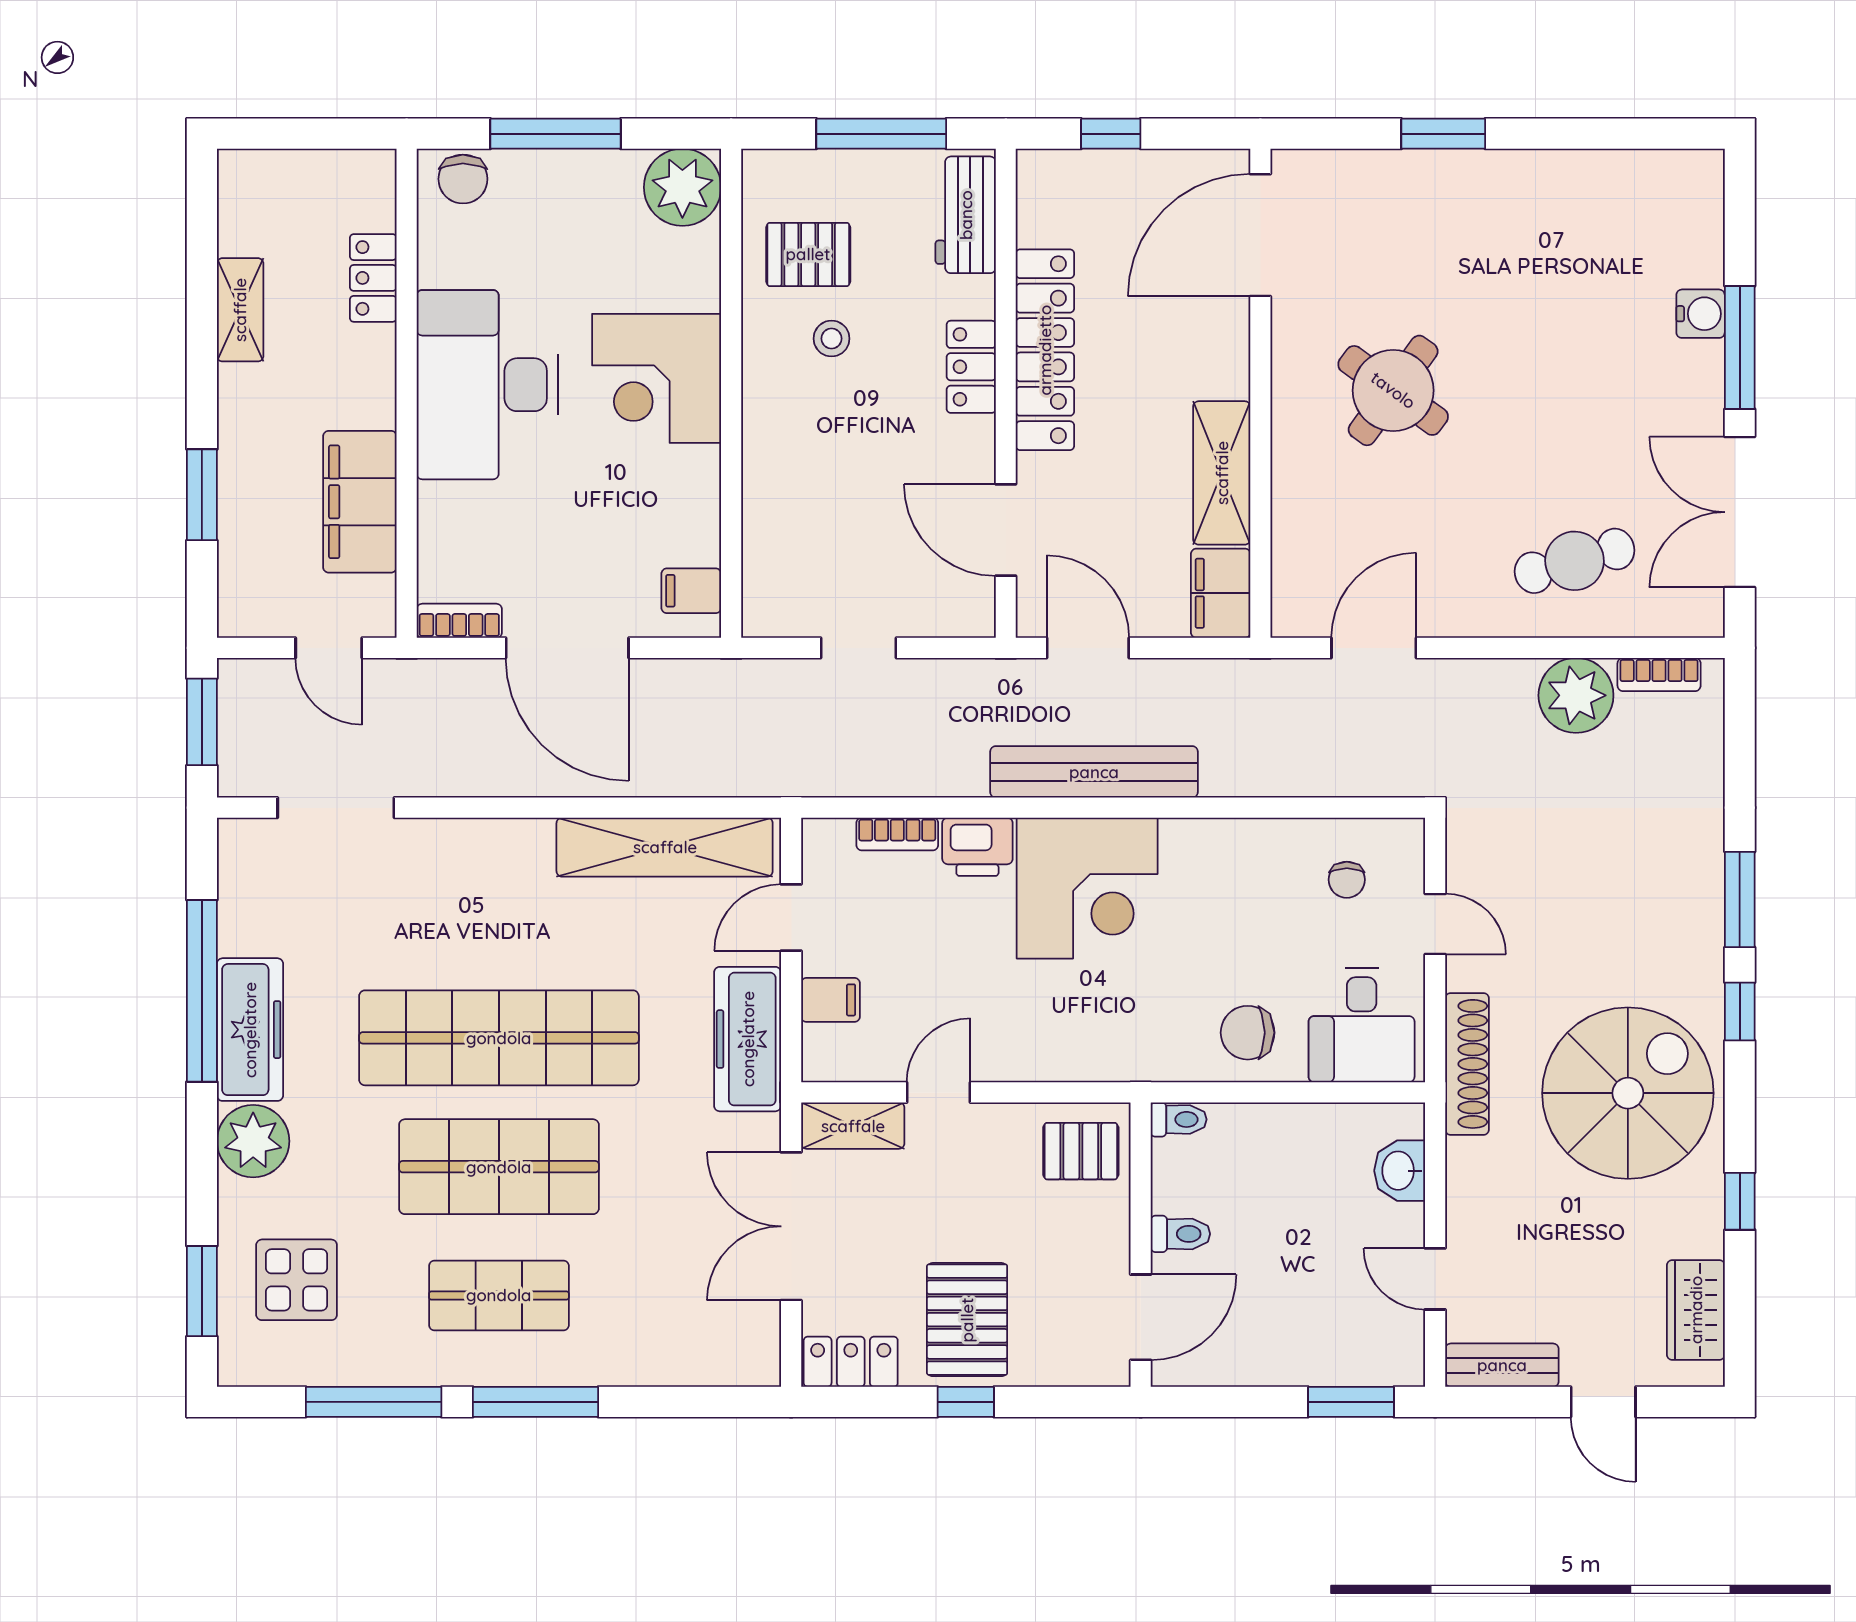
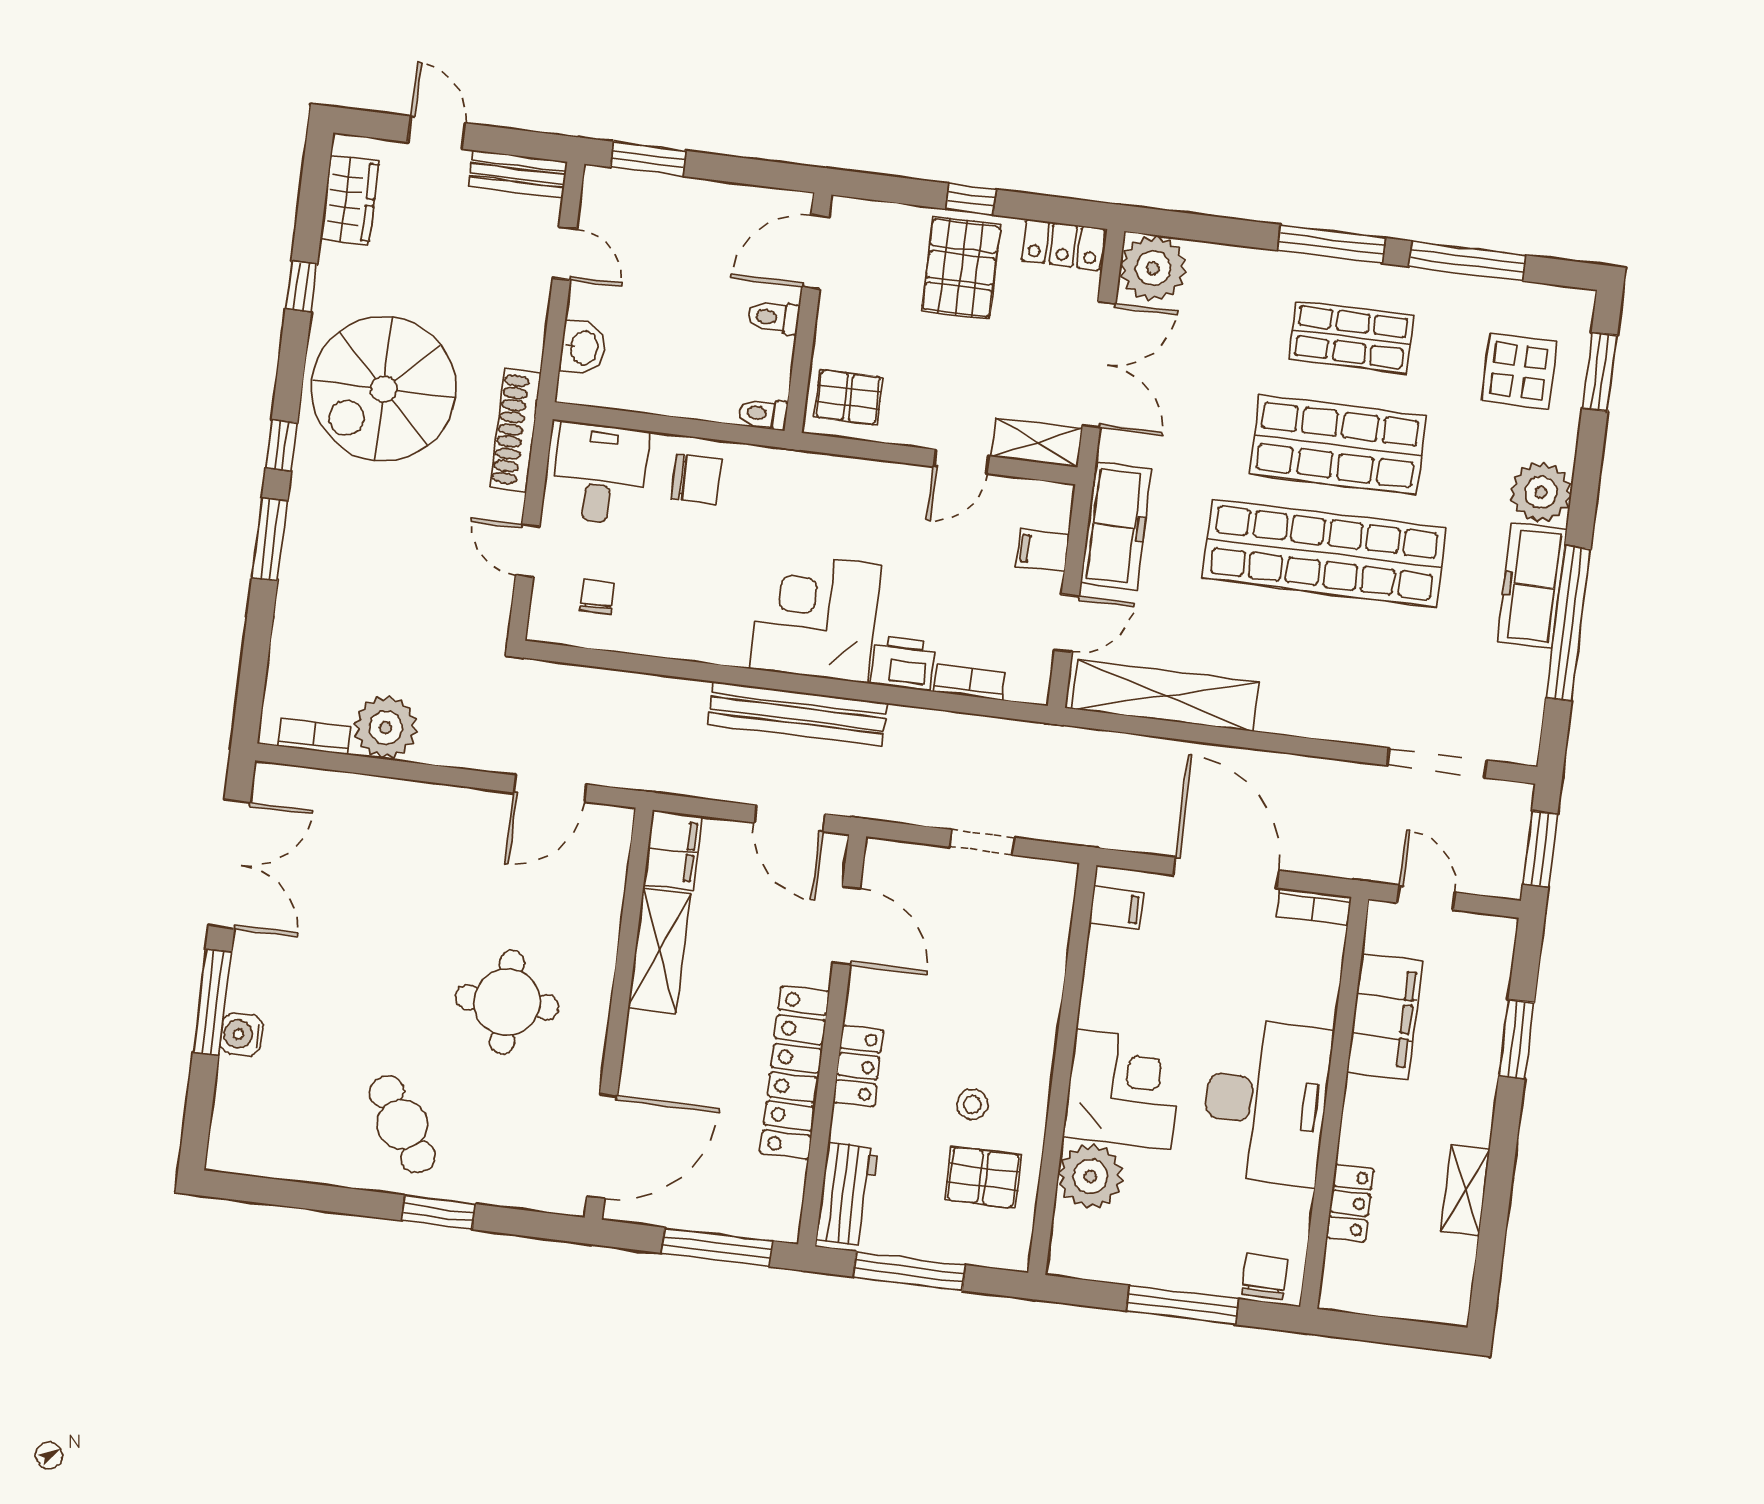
window: (1111, 134) -> (717, 1247), width x2.17
plant: (682, 187) -> (1090, 1176), moved
round table: (1393, 390) -> (507, 1002), turned -36
cafe table: (1575, 561) -> (402, 1124), moved, turned 73
plant: (742, 1347) -> (1153, 268), added

